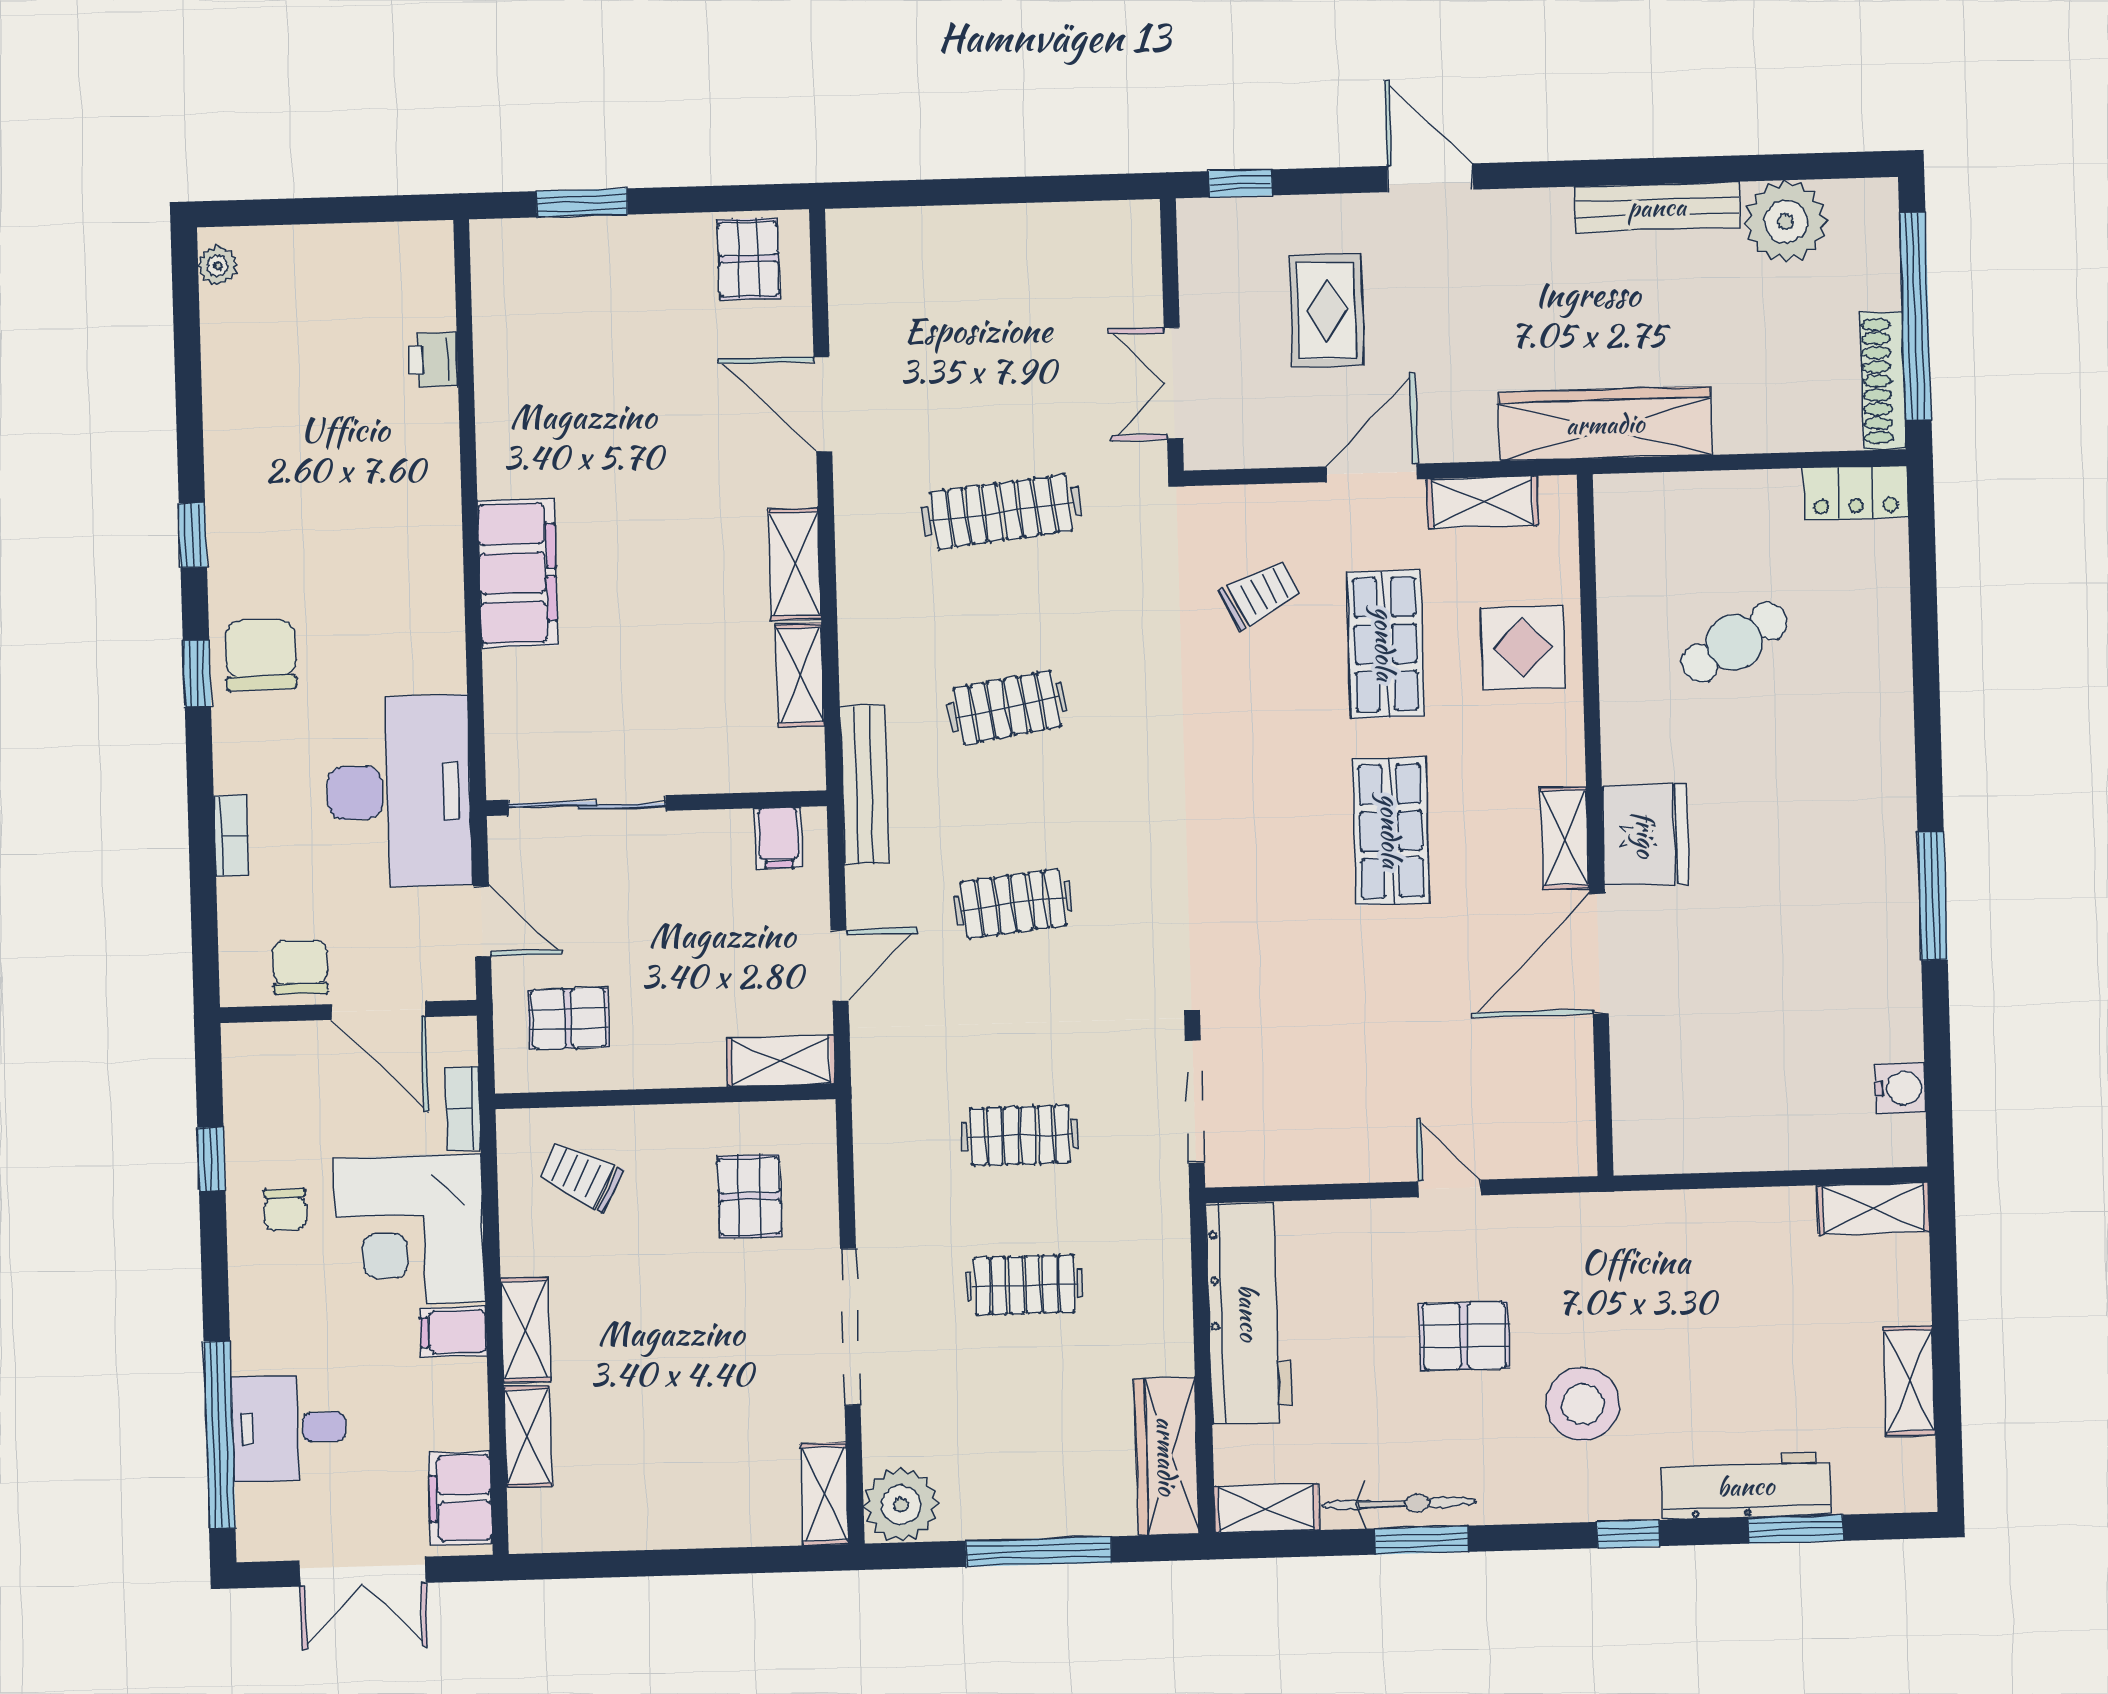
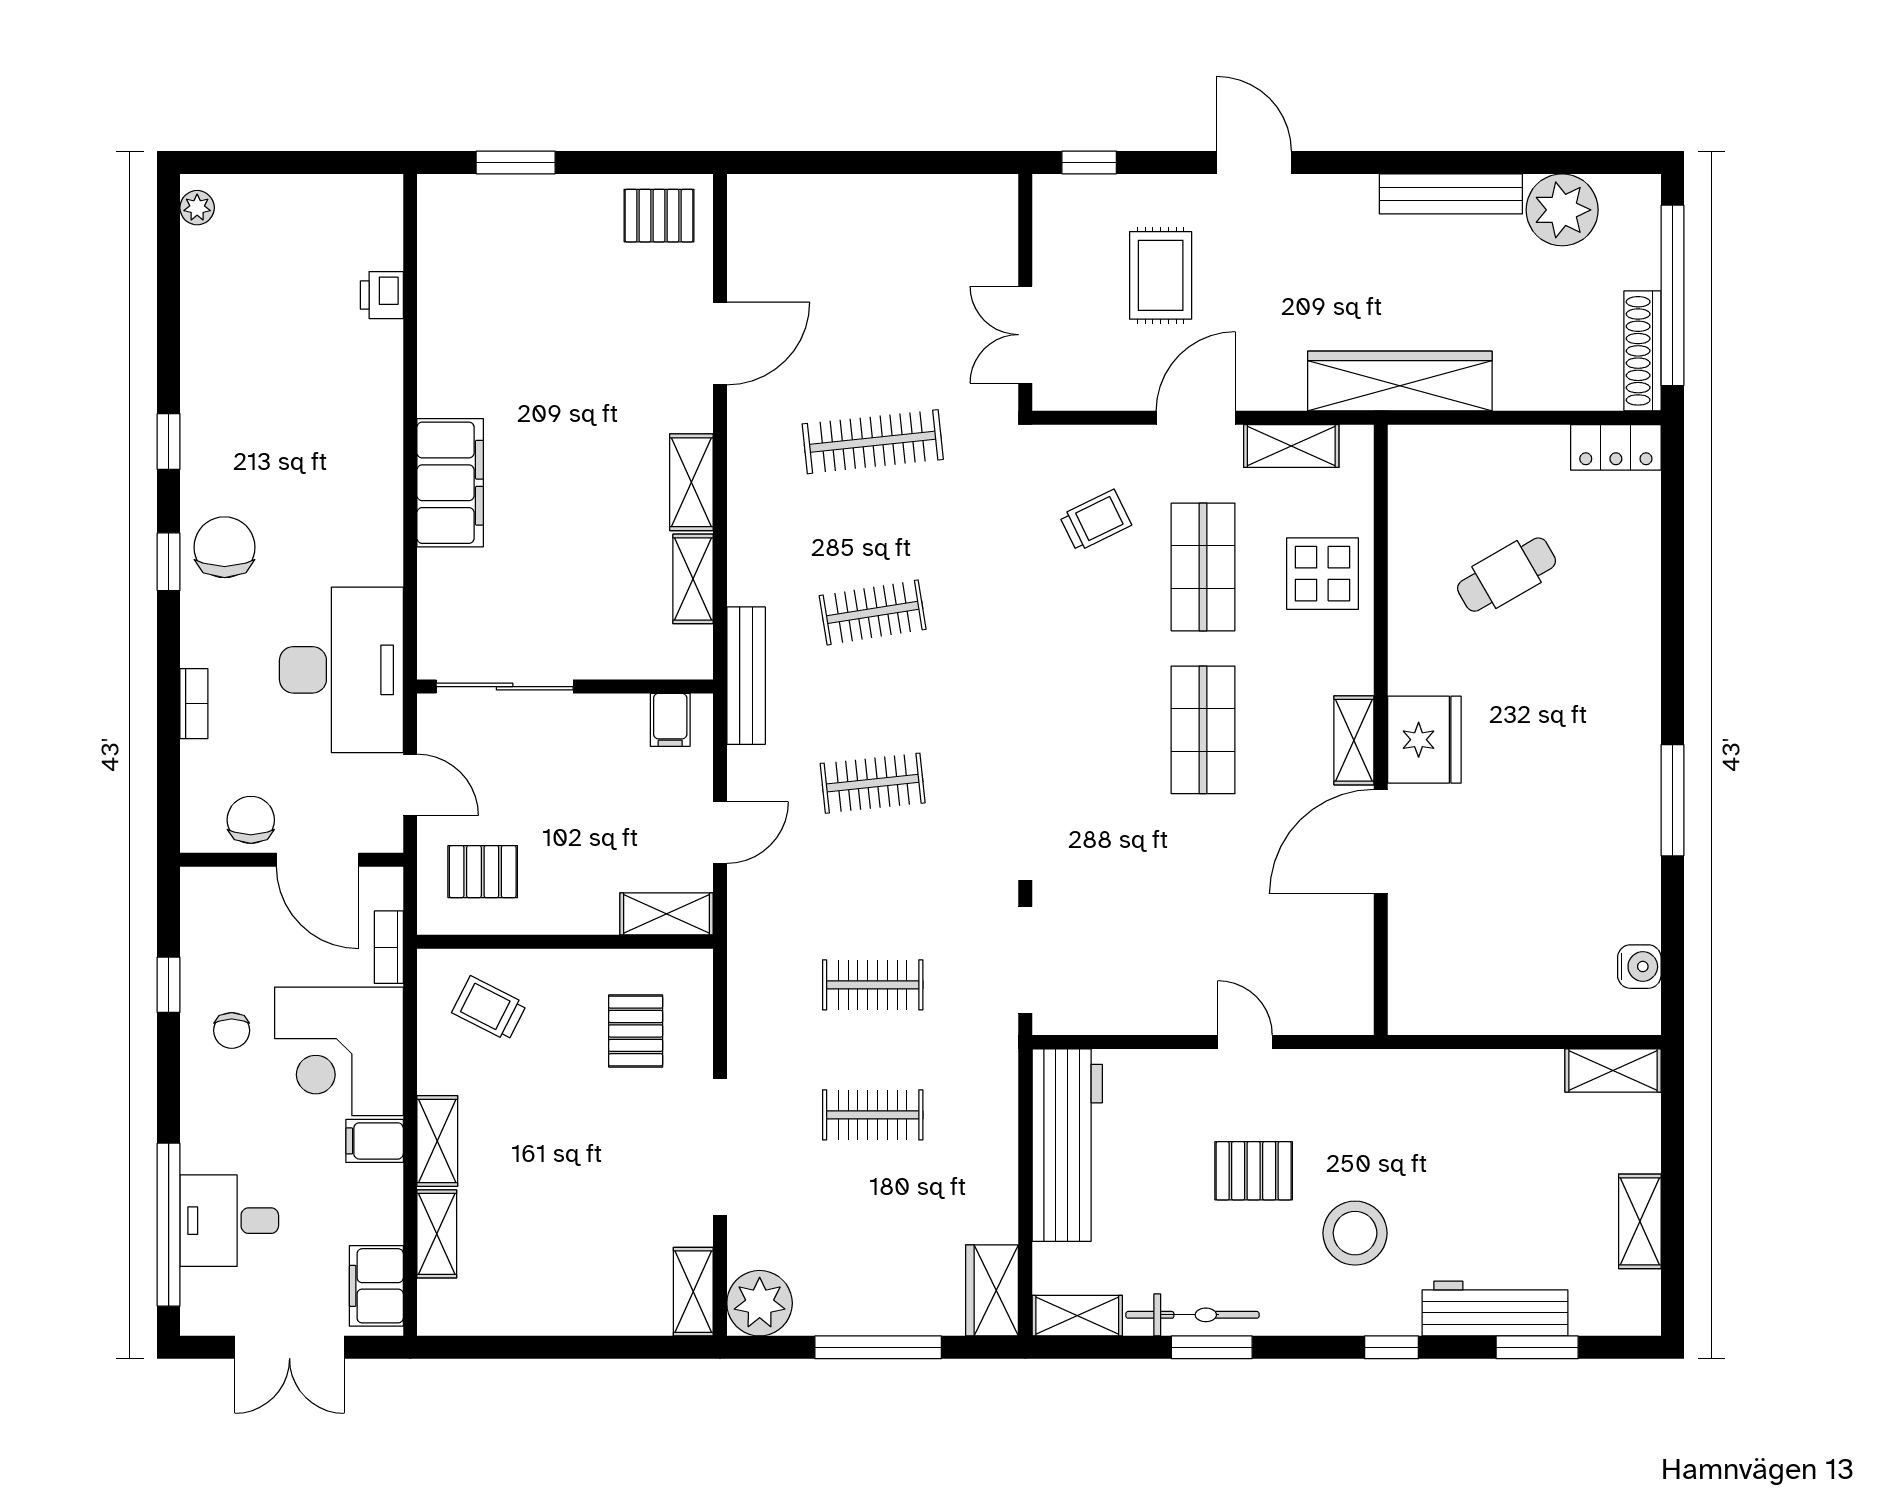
pallet: (748, 259) -> (659, 216), turned 90
door: (823, 404) -> (720, 344), swing flipped
wardrobe: (1167, 1456) -> (992, 1290), width x0.67

